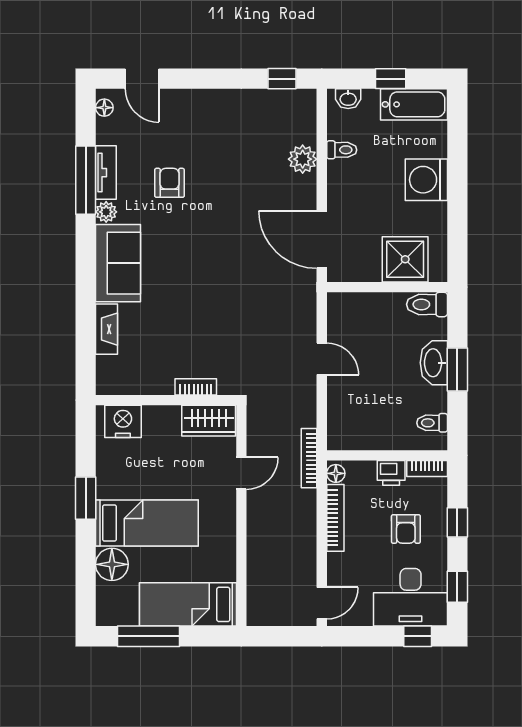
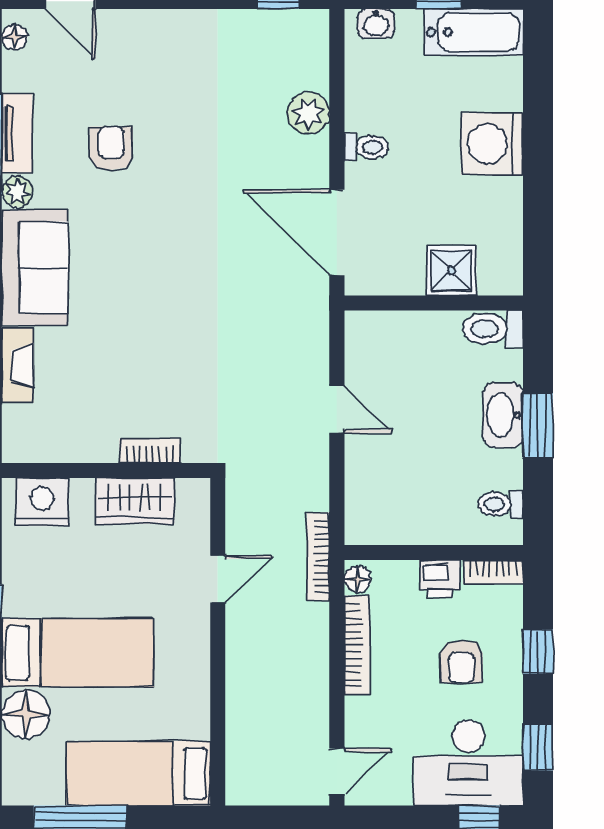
toilet: (342, 150) -> (366, 147), moved
shower: (405, 259) -> (452, 271), width x0.73, depth x0.73
wardrobe: (209, 421) -> (135, 501), moved

